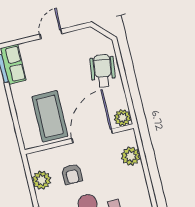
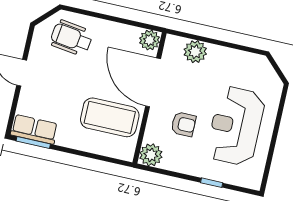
wheelchair: (103, 71) -> (71, 38), moved
plant: (42, 180) -> (151, 155), moved

